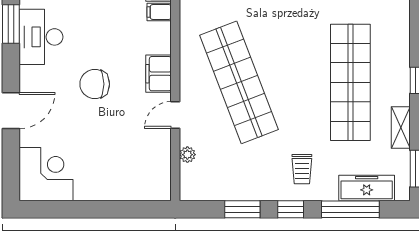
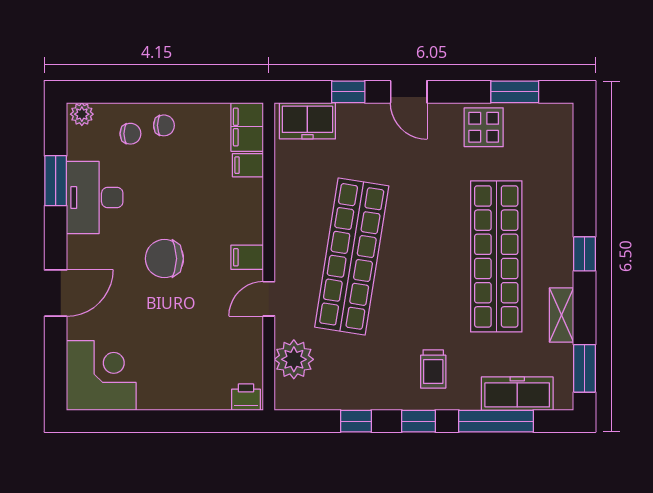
filing cabinet: (158, 74) -> (247, 257), width x0.50
shop shelf: (239, 82) -> (352, 256), turned 30
plant: (187, 155) -> (294, 359), width x1.88, depth x1.88
printer: (158, 191) -> (246, 397), added
window: (242, 209) -> (356, 421), width x0.67

